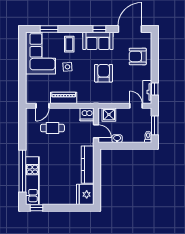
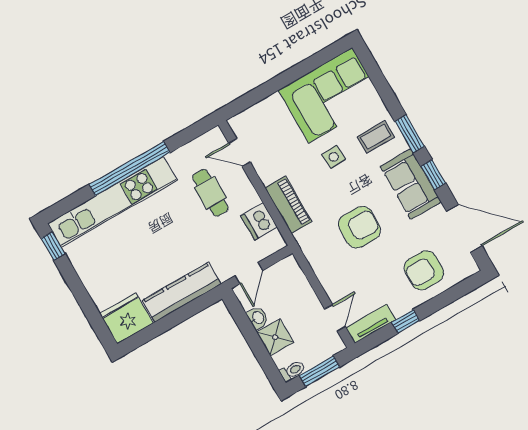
window: (49, 29) -> (410, 134), moved
armchair: (138, 56) -> (424, 270), turned -90
window: (155, 89) -> (406, 321), moved
piano: (64, 98) -> (288, 205), moved
dishwasher: (87, 114) -> (259, 221), moved
shower: (109, 115) -> (275, 337), moved
window: (22, 171) -> (129, 169), moved
kitchen unit: (32, 181) -> (112, 202), width x1.36

